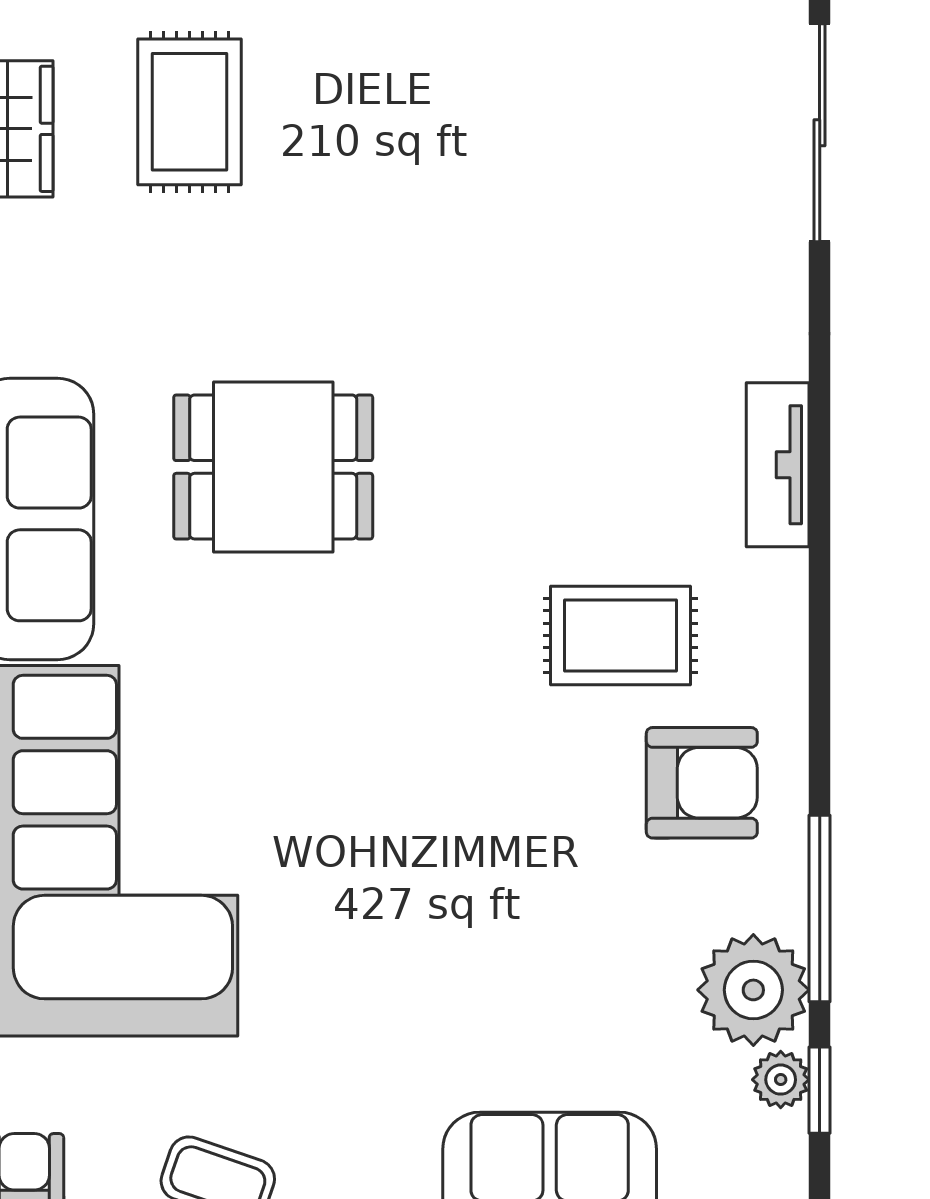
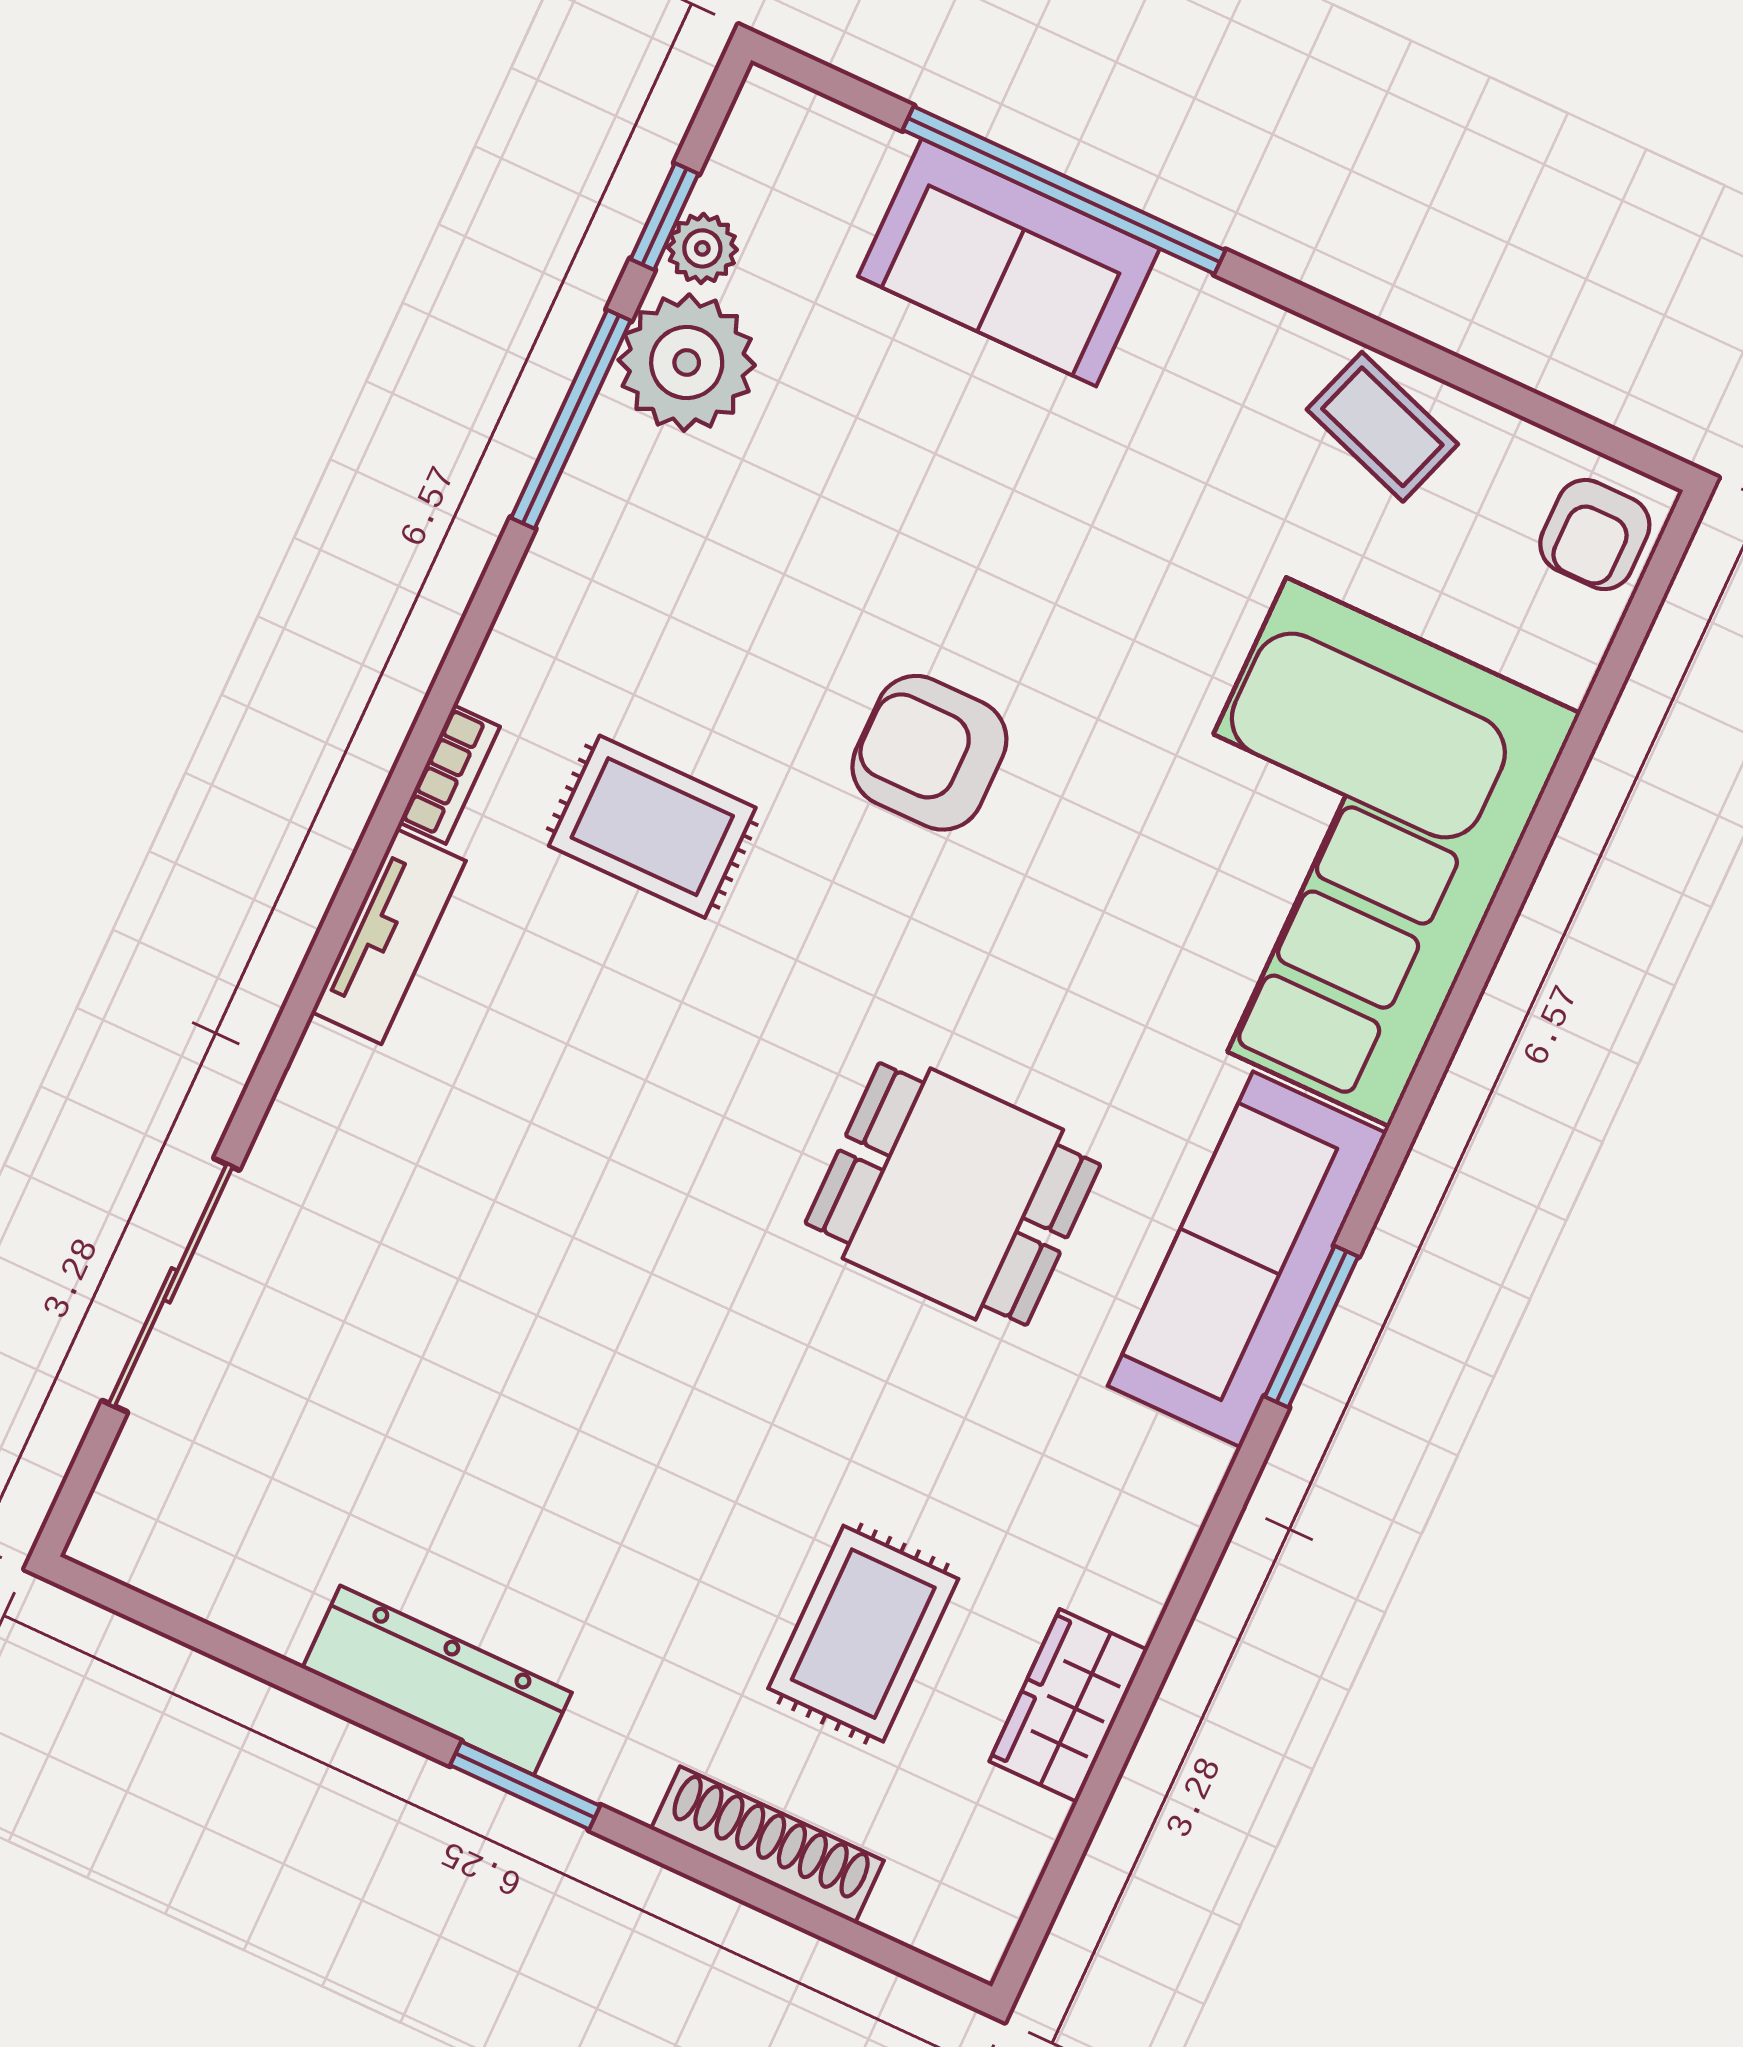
bookcase: (788, 605) -> (449, 774), added
armchair: (702, 783) -> (929, 753), moved

